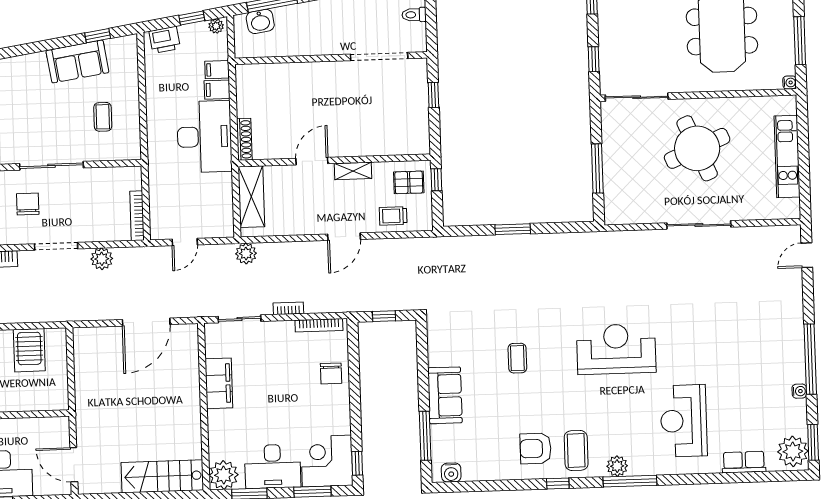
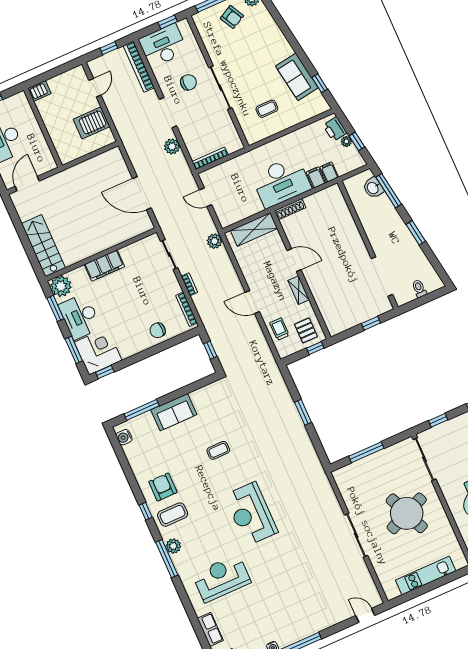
plant: (216, 26) -> (346, 141), moved
reception desk: (616, 349) -> (251, 514), turned 180
filing cabinet: (219, 383) -> (104, 266), moved

